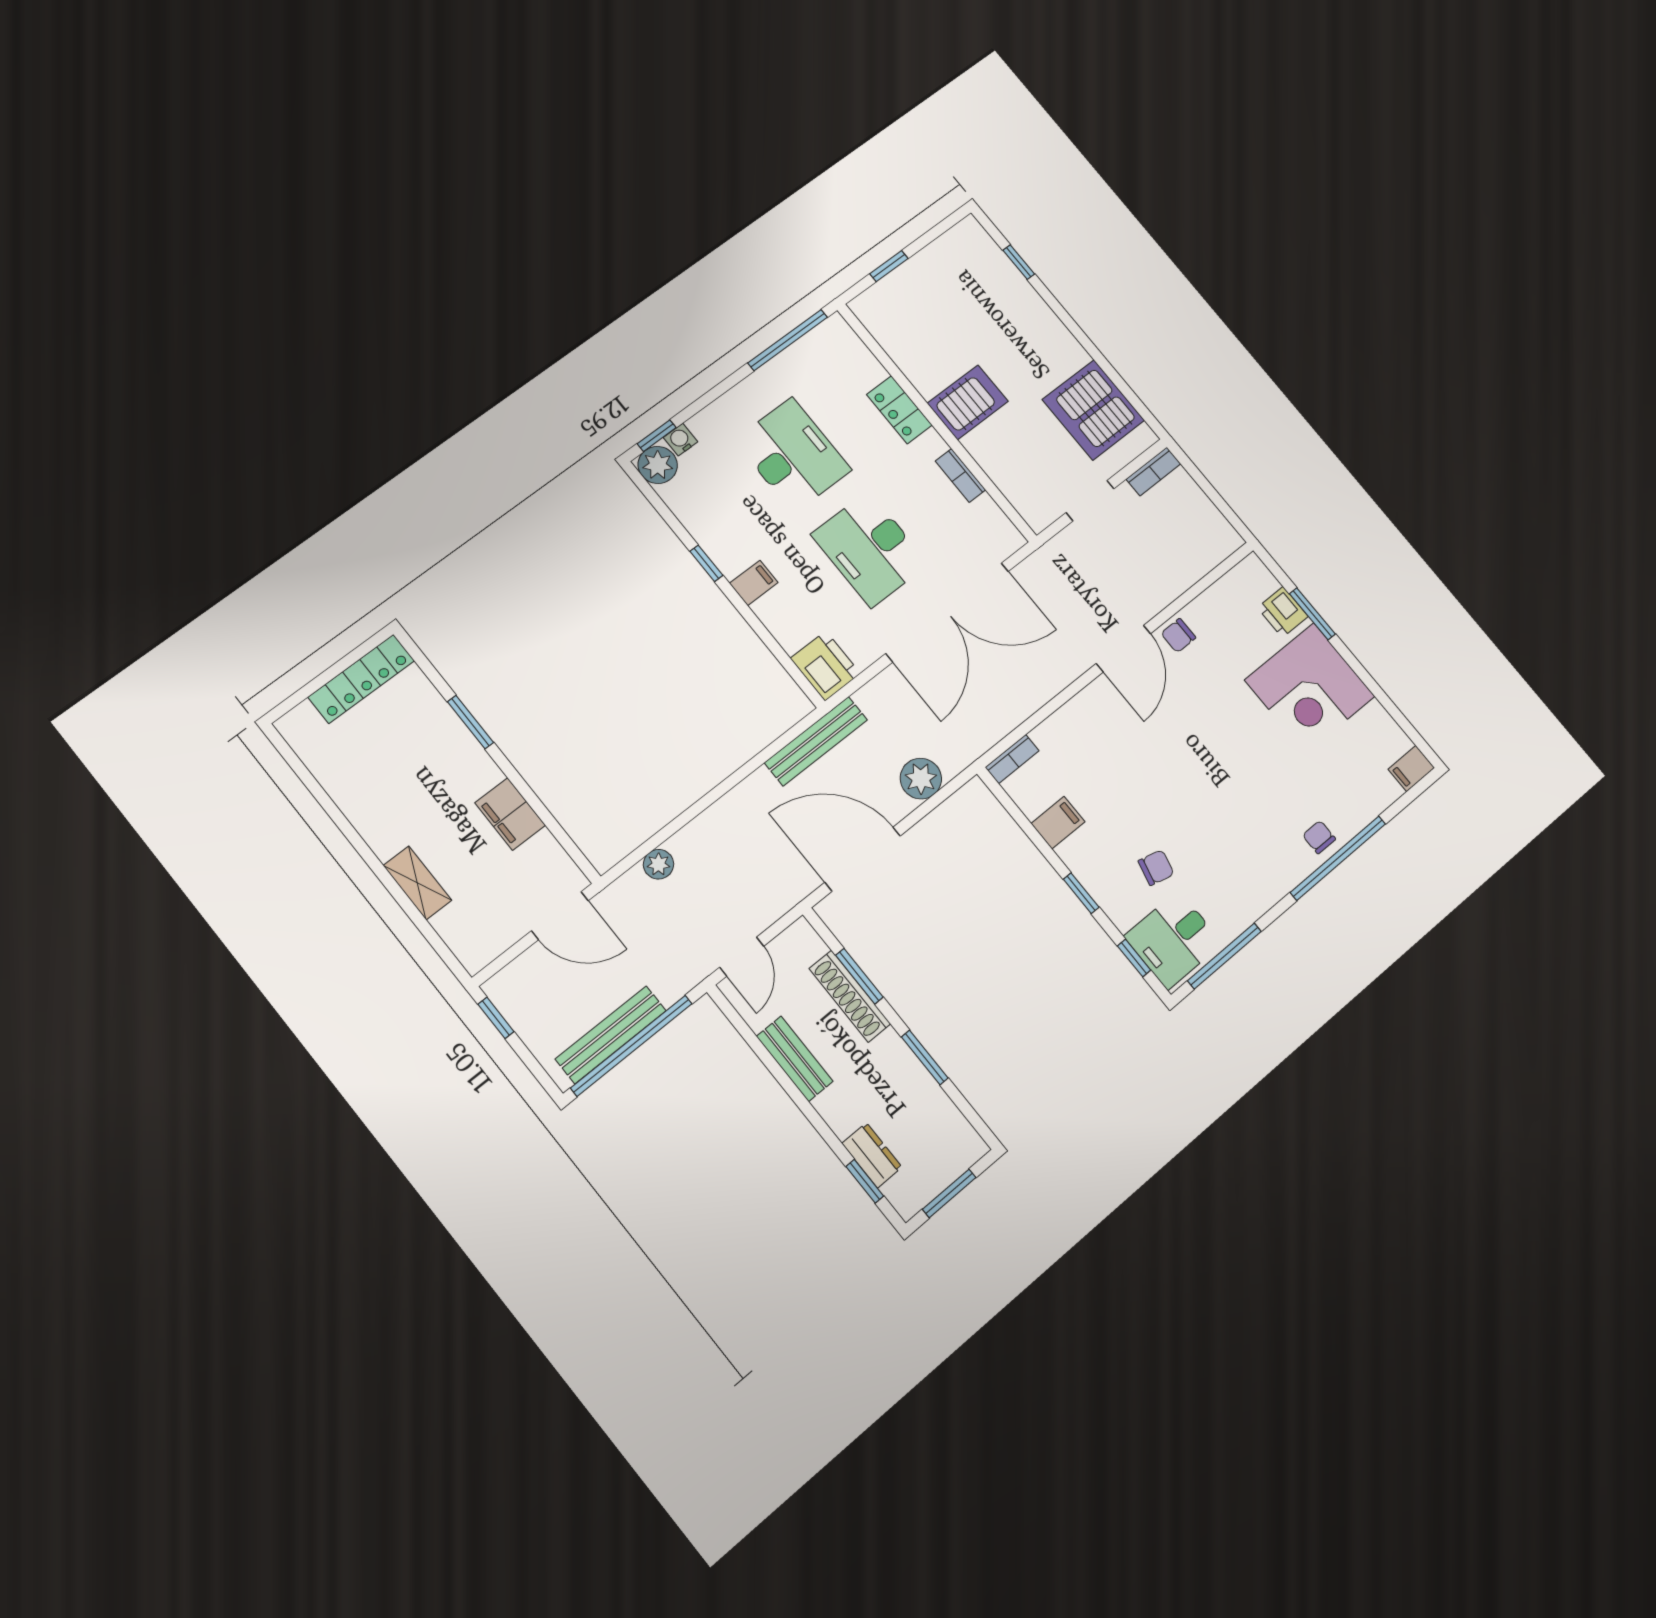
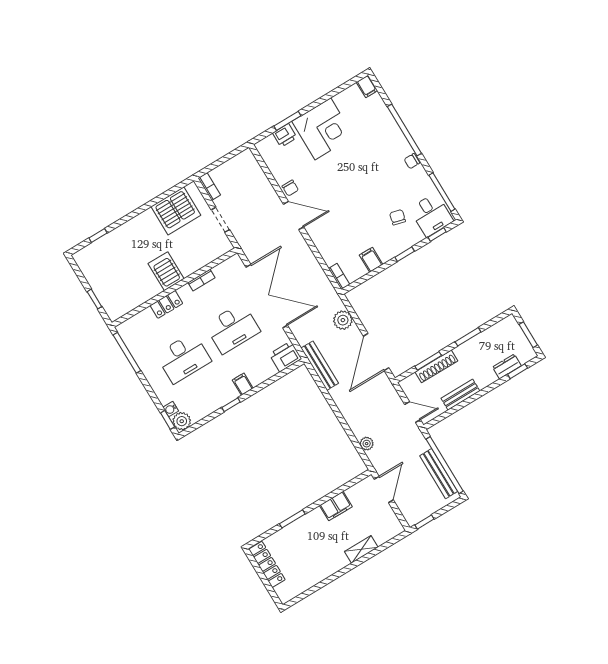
desk: (793, 455) -> (183, 358), turned 180
chair: (1319, 837) -> (412, 161), moved

